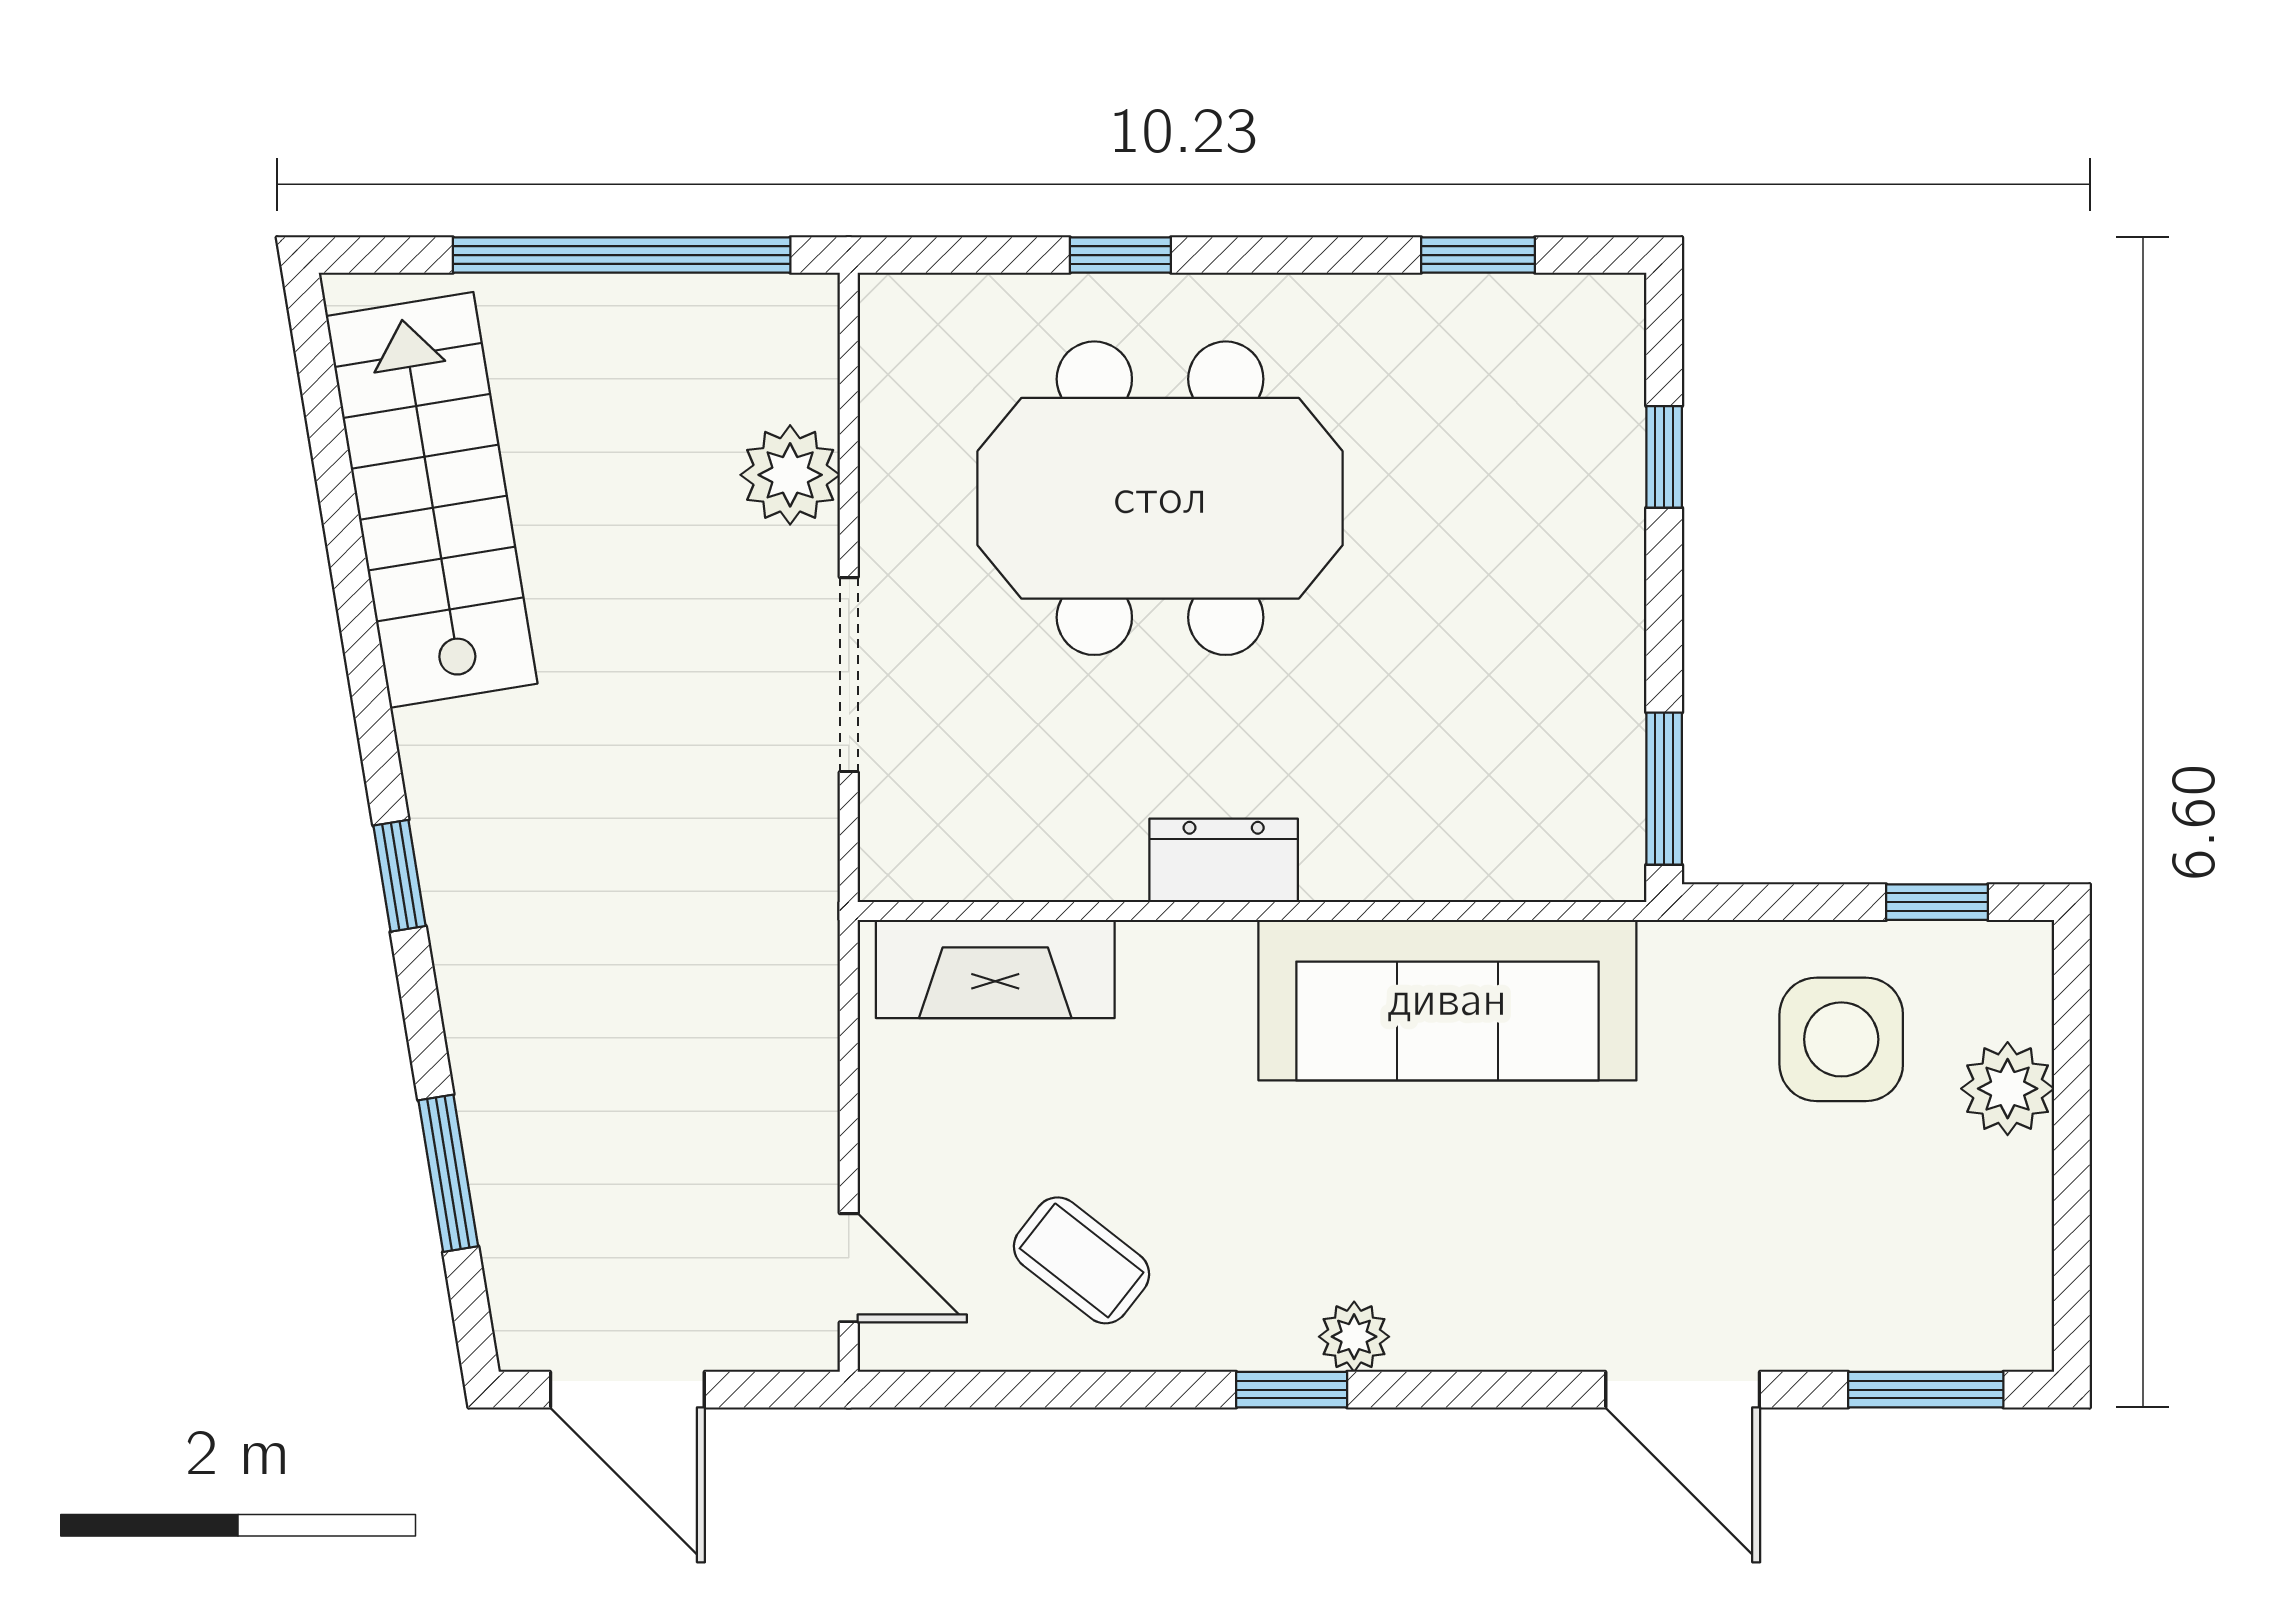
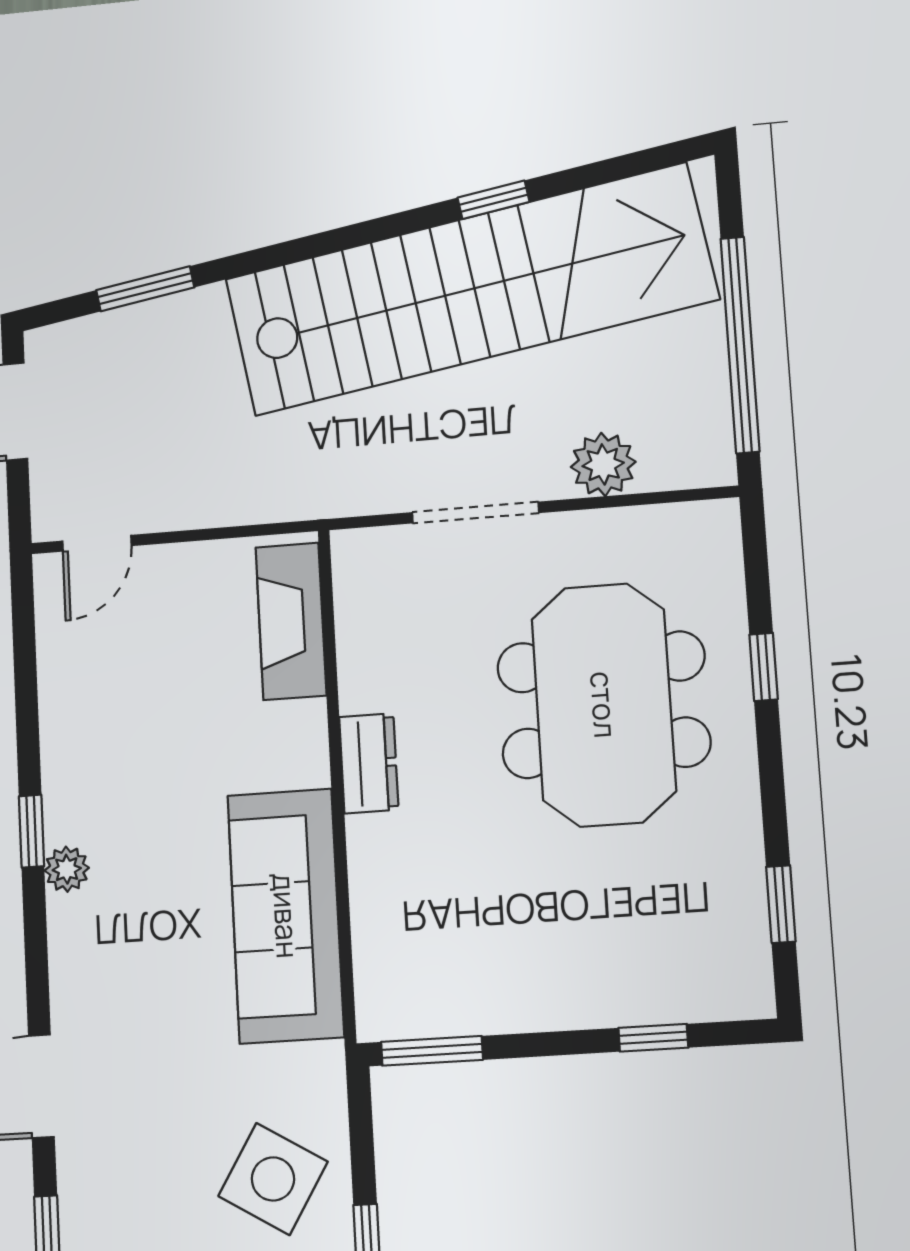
stairs: (432, 500) -> (470, 289), width x1.86, depth x1.51
window: (399, 876) -> (493, 200), moved
side table: (1841, 1039) -> (273, 1179), turned 31
coffee table: (1082, 1260) -> (108, 691), removed

